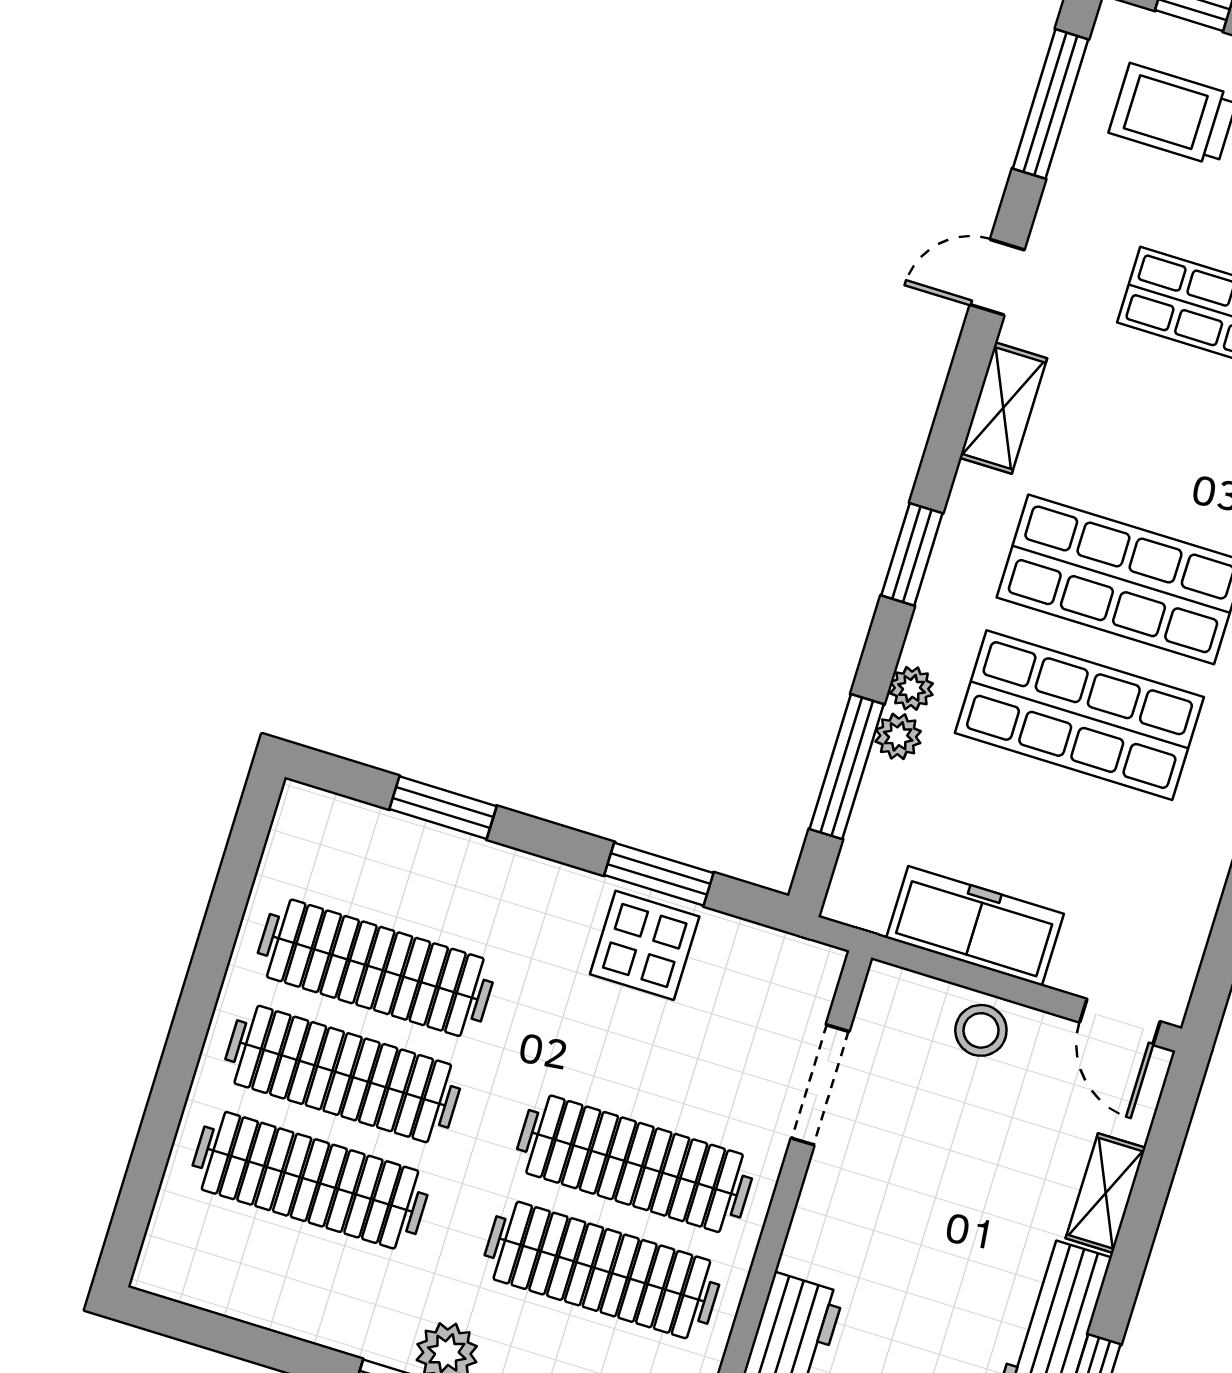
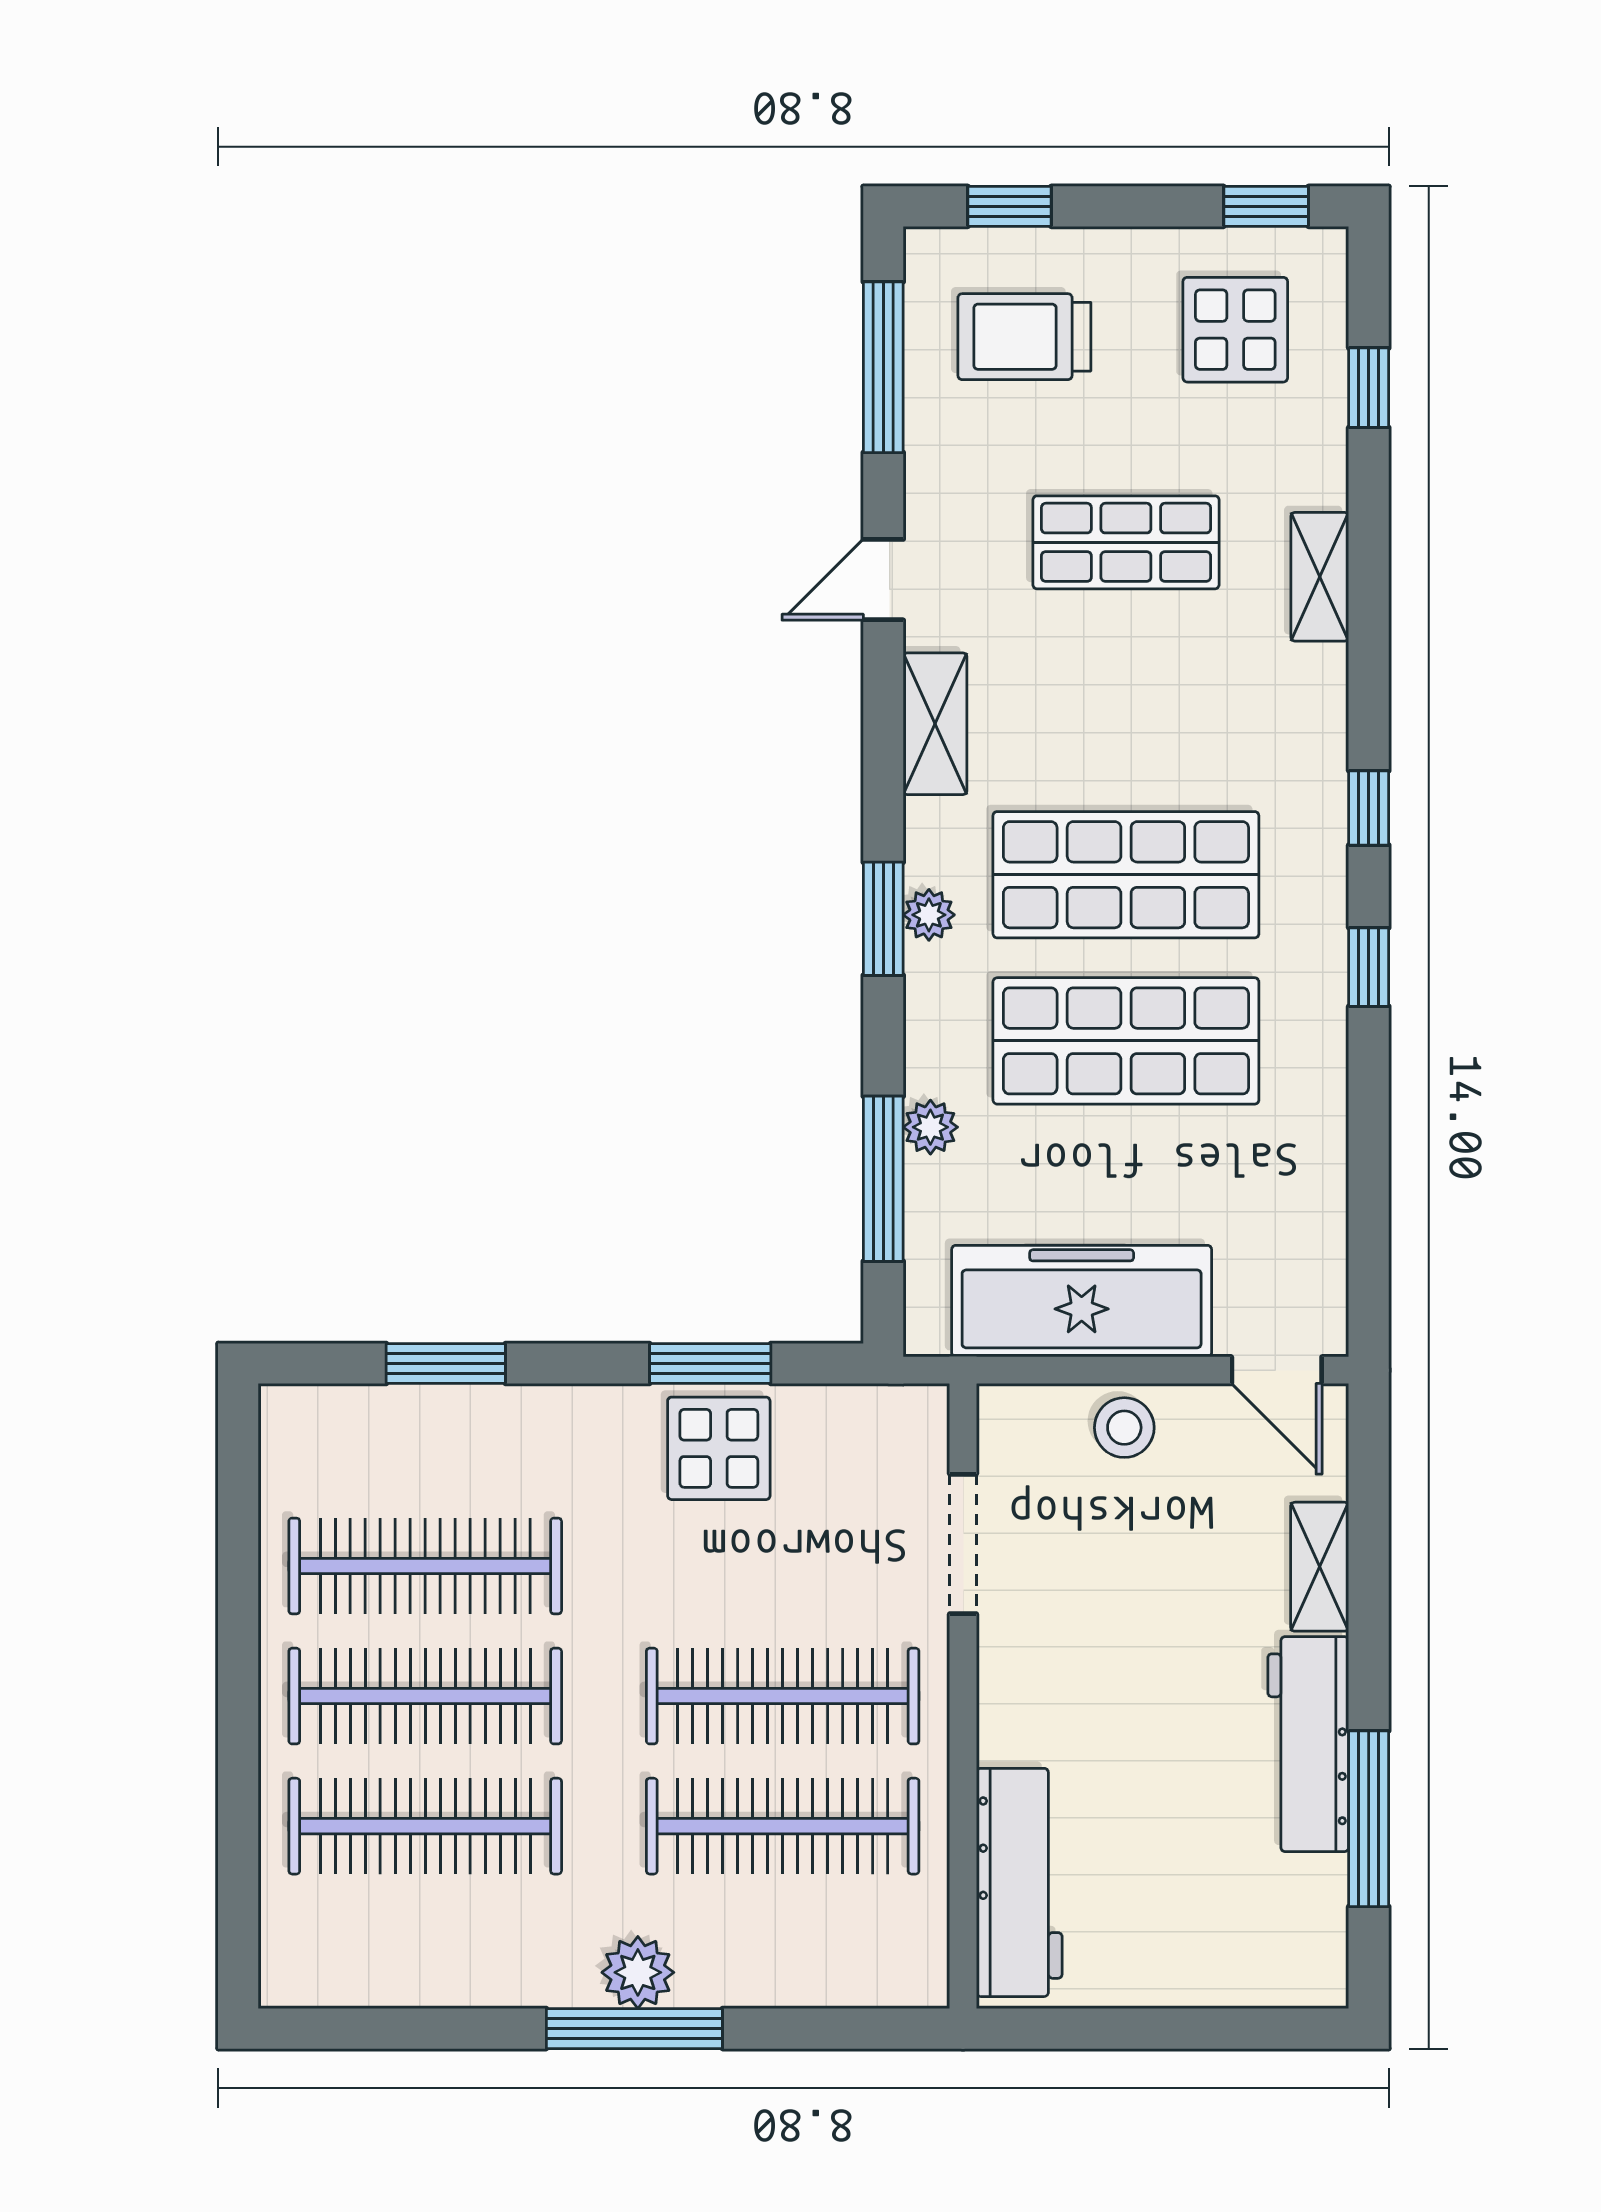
plant: (912, 688) -> (929, 915), moved
freezer: (975, 926) -> (1082, 1301), width x1.36, depth x1.26

